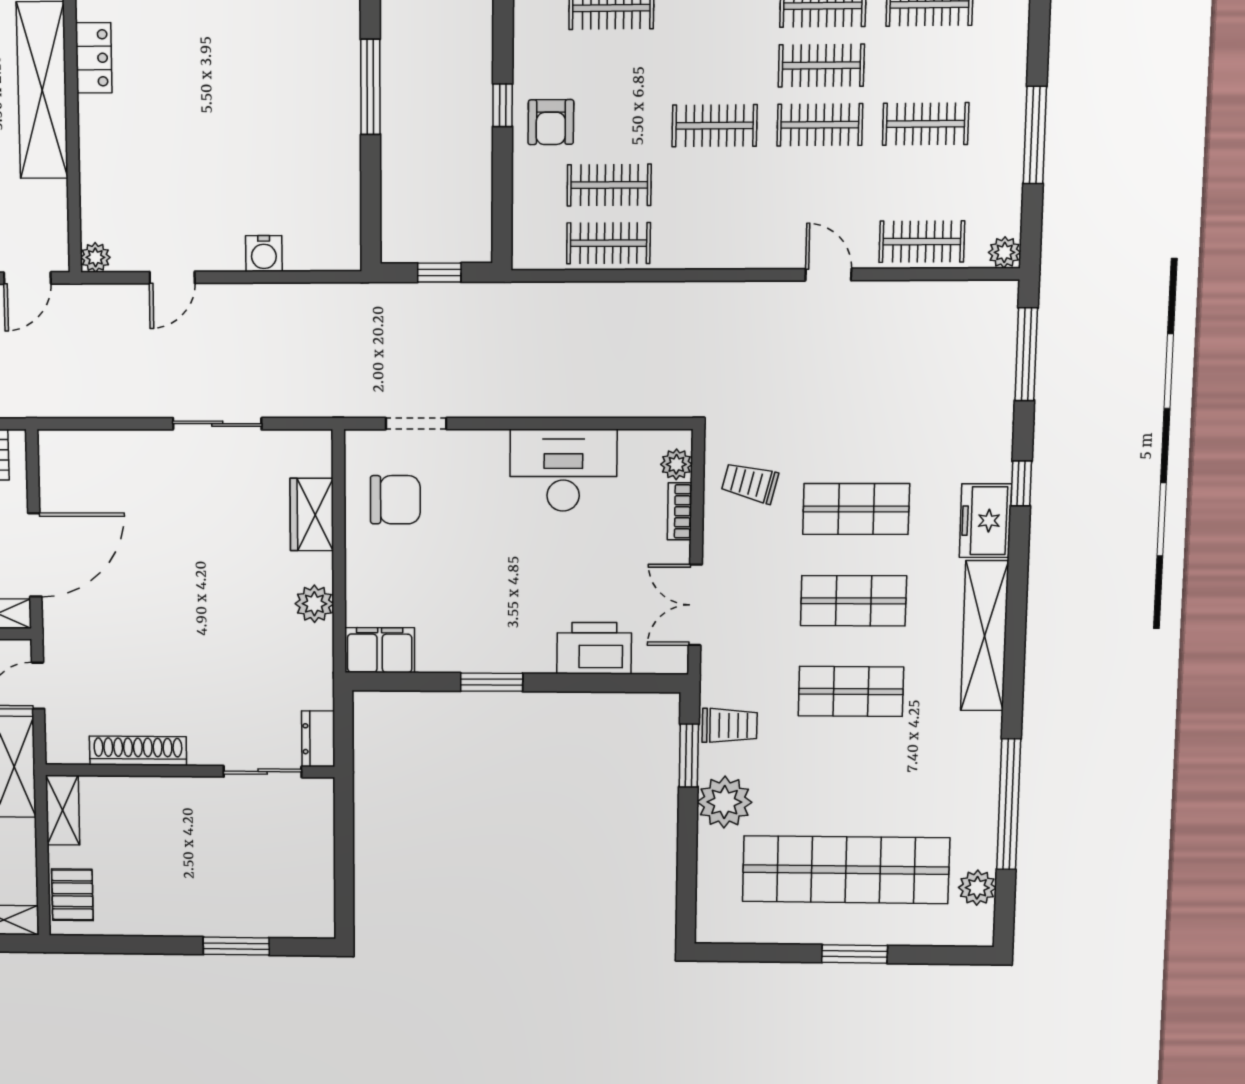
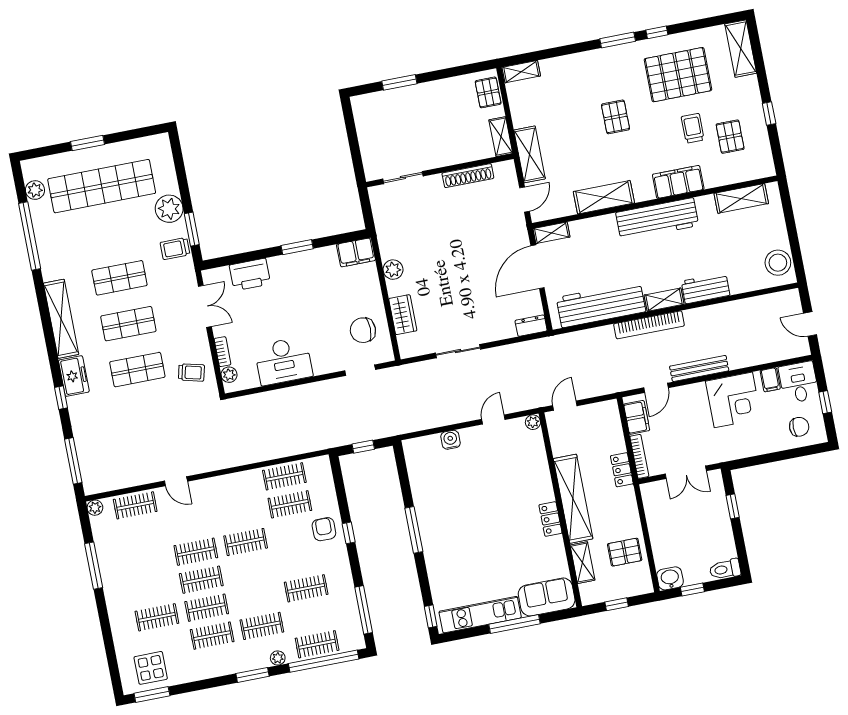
clothes rail: (926, 124) -> (146, 561), removed
dresser: (318, 739) -> (531, 326), moved, turned -90

